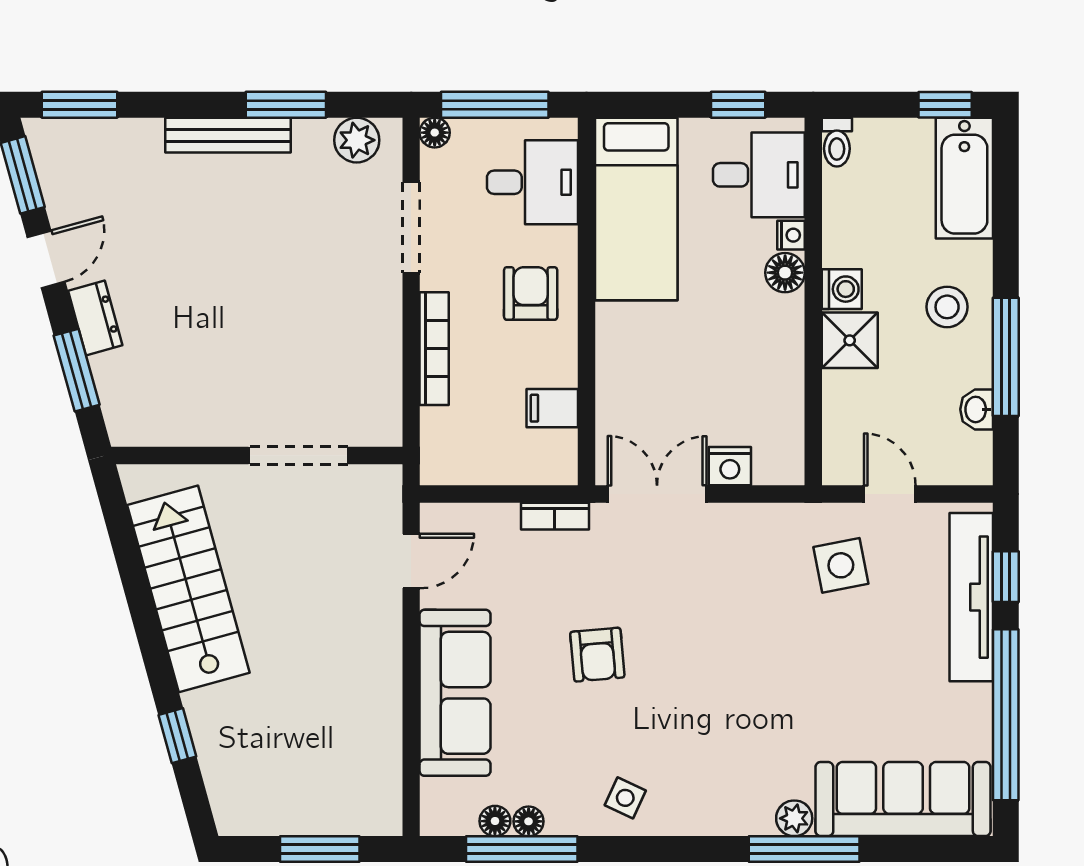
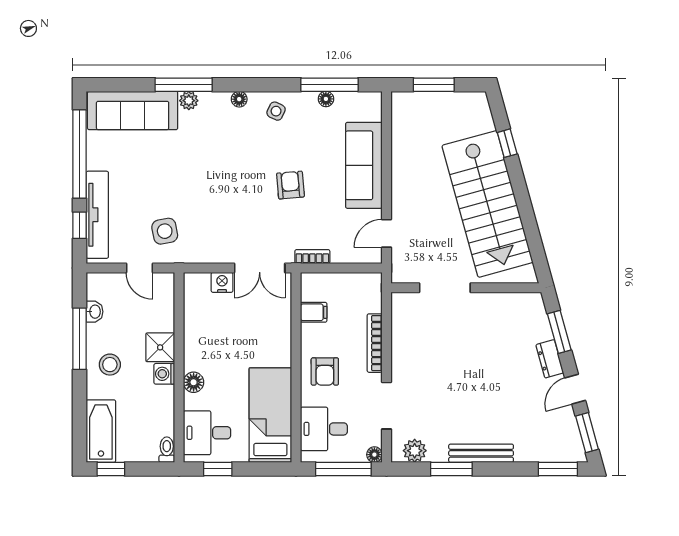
nightstand: (791, 235) -> (190, 402), removed
stairs: (188, 589) -> (487, 204), width x1.36, depth x1.51
floor lamp: (495, 821) -> (239, 99), moved

